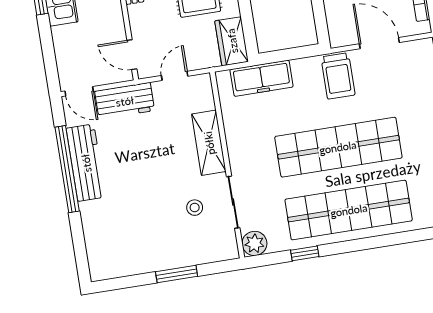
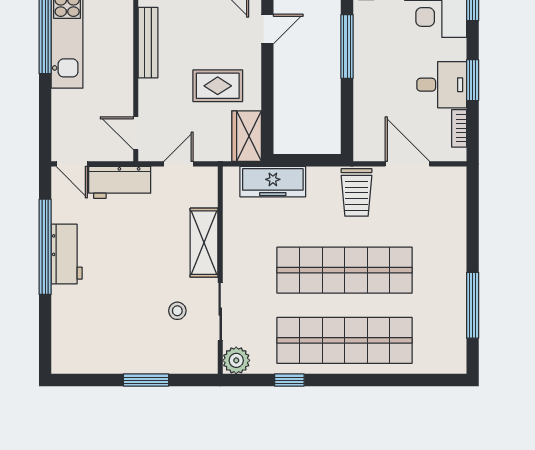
workbench: (86, 163) -> (67, 254), width x0.73

